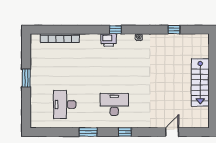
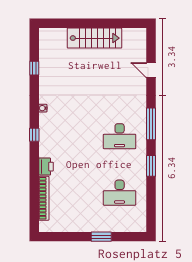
printer: (109, 40) -> (46, 167), moved
window: (26, 78) -> (101, 237), moved
desk: (114, 104) -> (120, 136), turned -90
window: (125, 132) -> (151, 124), width x2.17

